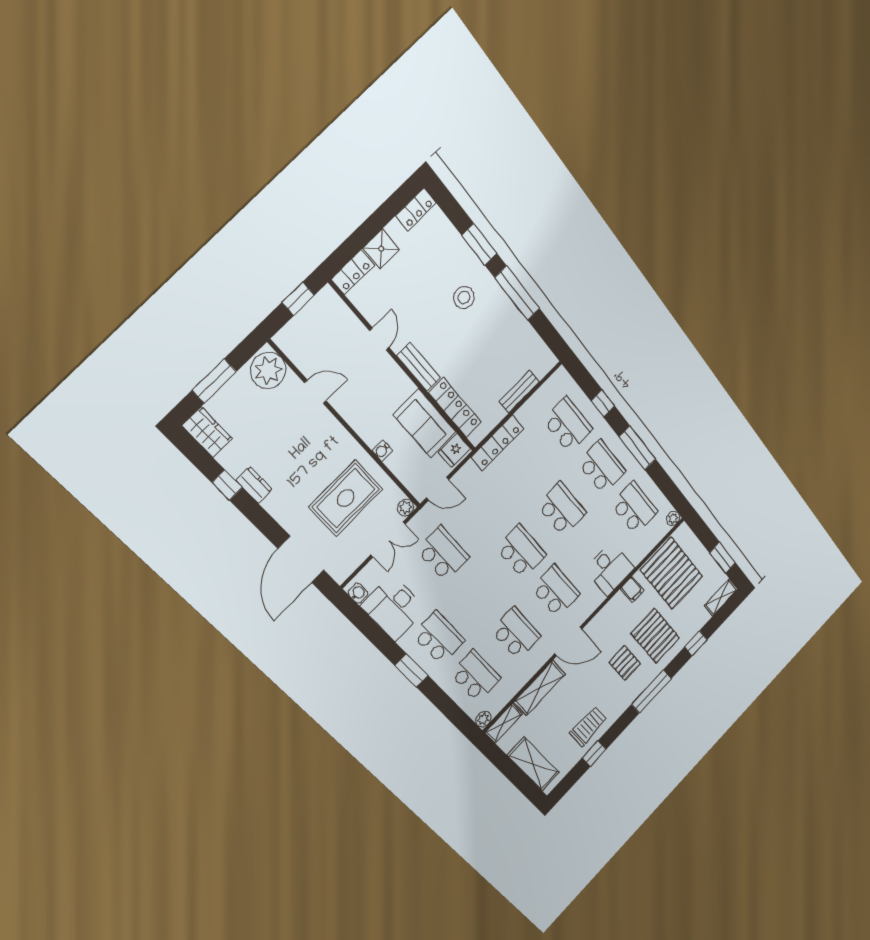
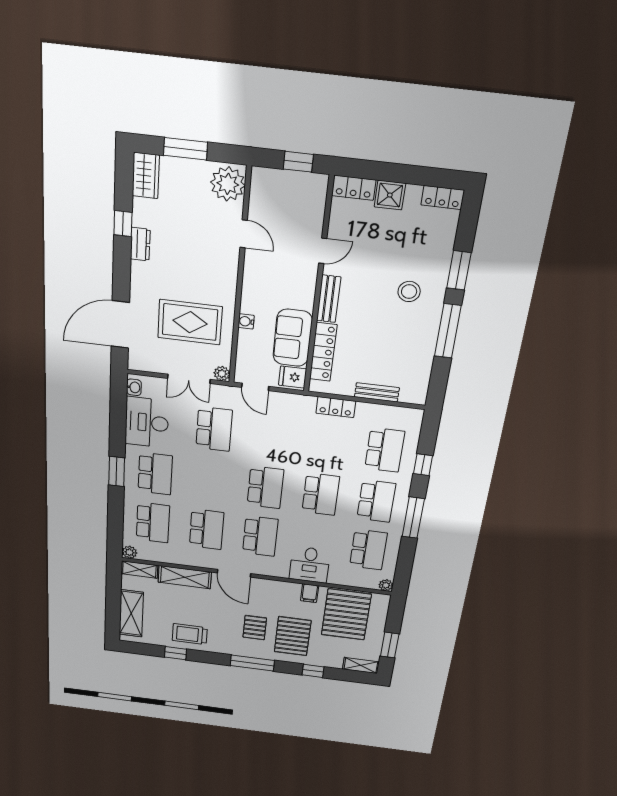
locker: (497, 443) -> (336, 407), width x0.66
trolley: (588, 726) -> (190, 634), turned 180

